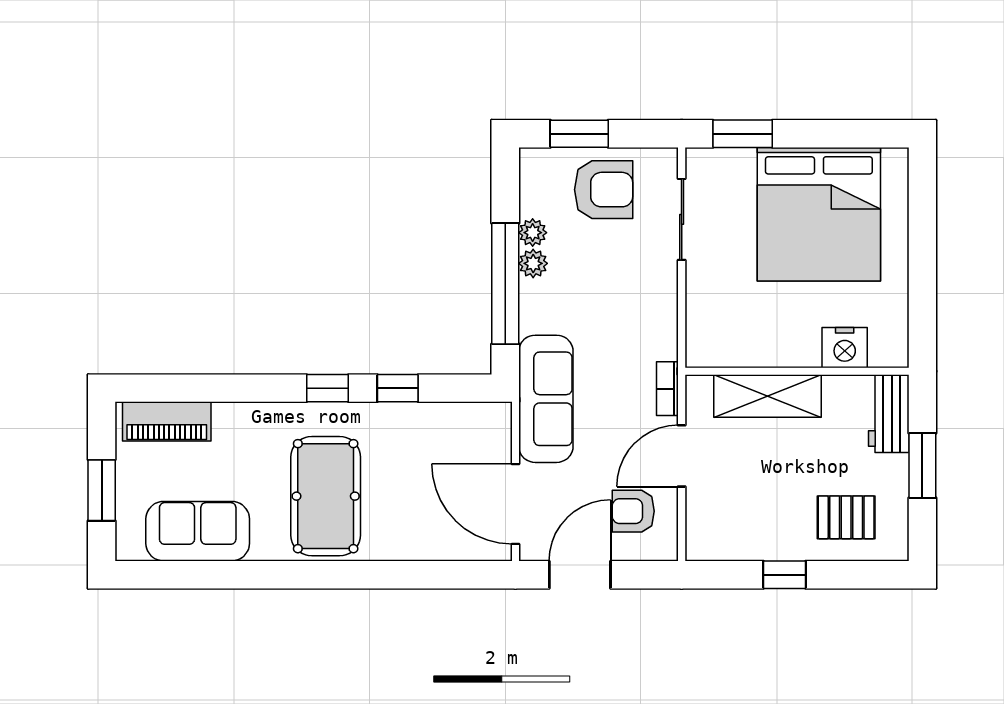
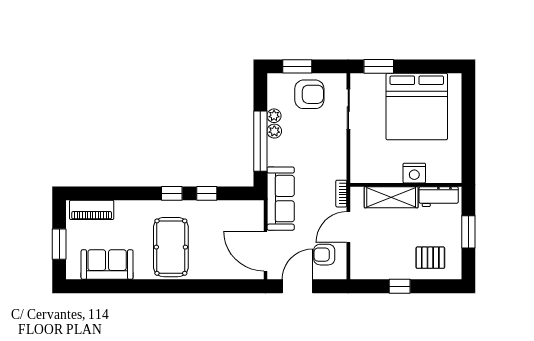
nightstand: (845, 348) -> (414, 173), moved
workbench: (889, 414) -> (439, 197), moved, turned -90

